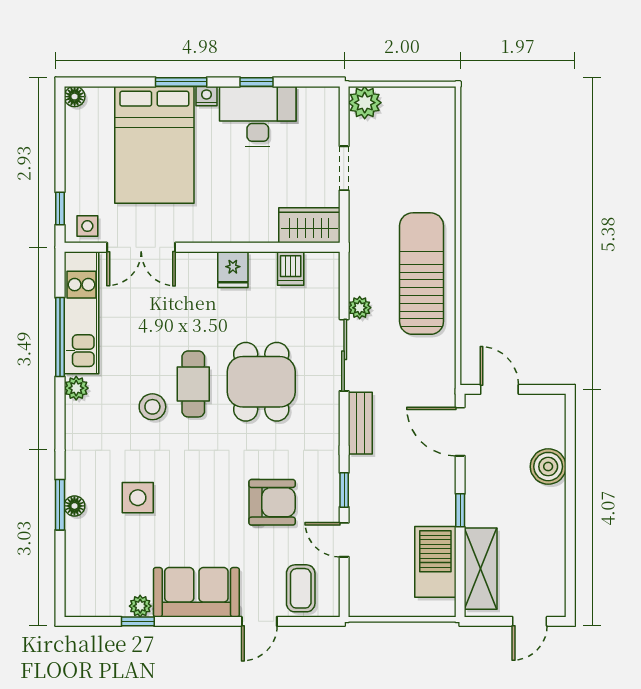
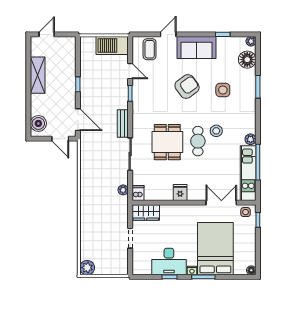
plant: (365, 103) -> (87, 268), moved
dishwasher: (291, 268) -> (138, 193), moved
sun lounger: (422, 274) -> (95, 191), removed
plant: (360, 308) -> (123, 190), moved
boiler: (548, 467) -> (38, 123), moved
armchair: (272, 502) -> (187, 87), moved, turned 144
floor lamp: (74, 506) -> (247, 60), moved, width x1.89, depth x1.89
barbecue: (435, 562) -> (112, 46), moved, turned 90
shelving: (481, 569) -> (38, 75), moved
plant: (140, 606) -> (251, 41), moved

